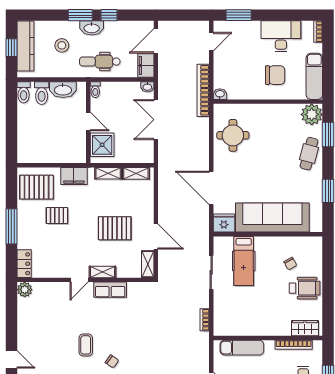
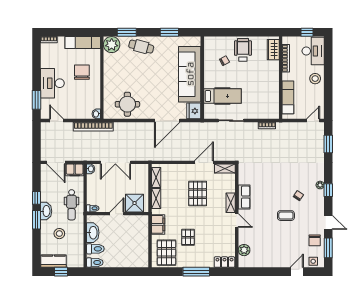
desk: (281, 36) -> (52, 83), moved
kitchen counter: (25, 46) -> (53, 261), width x0.67
plant: (25, 290) -> (244, 250), moved

